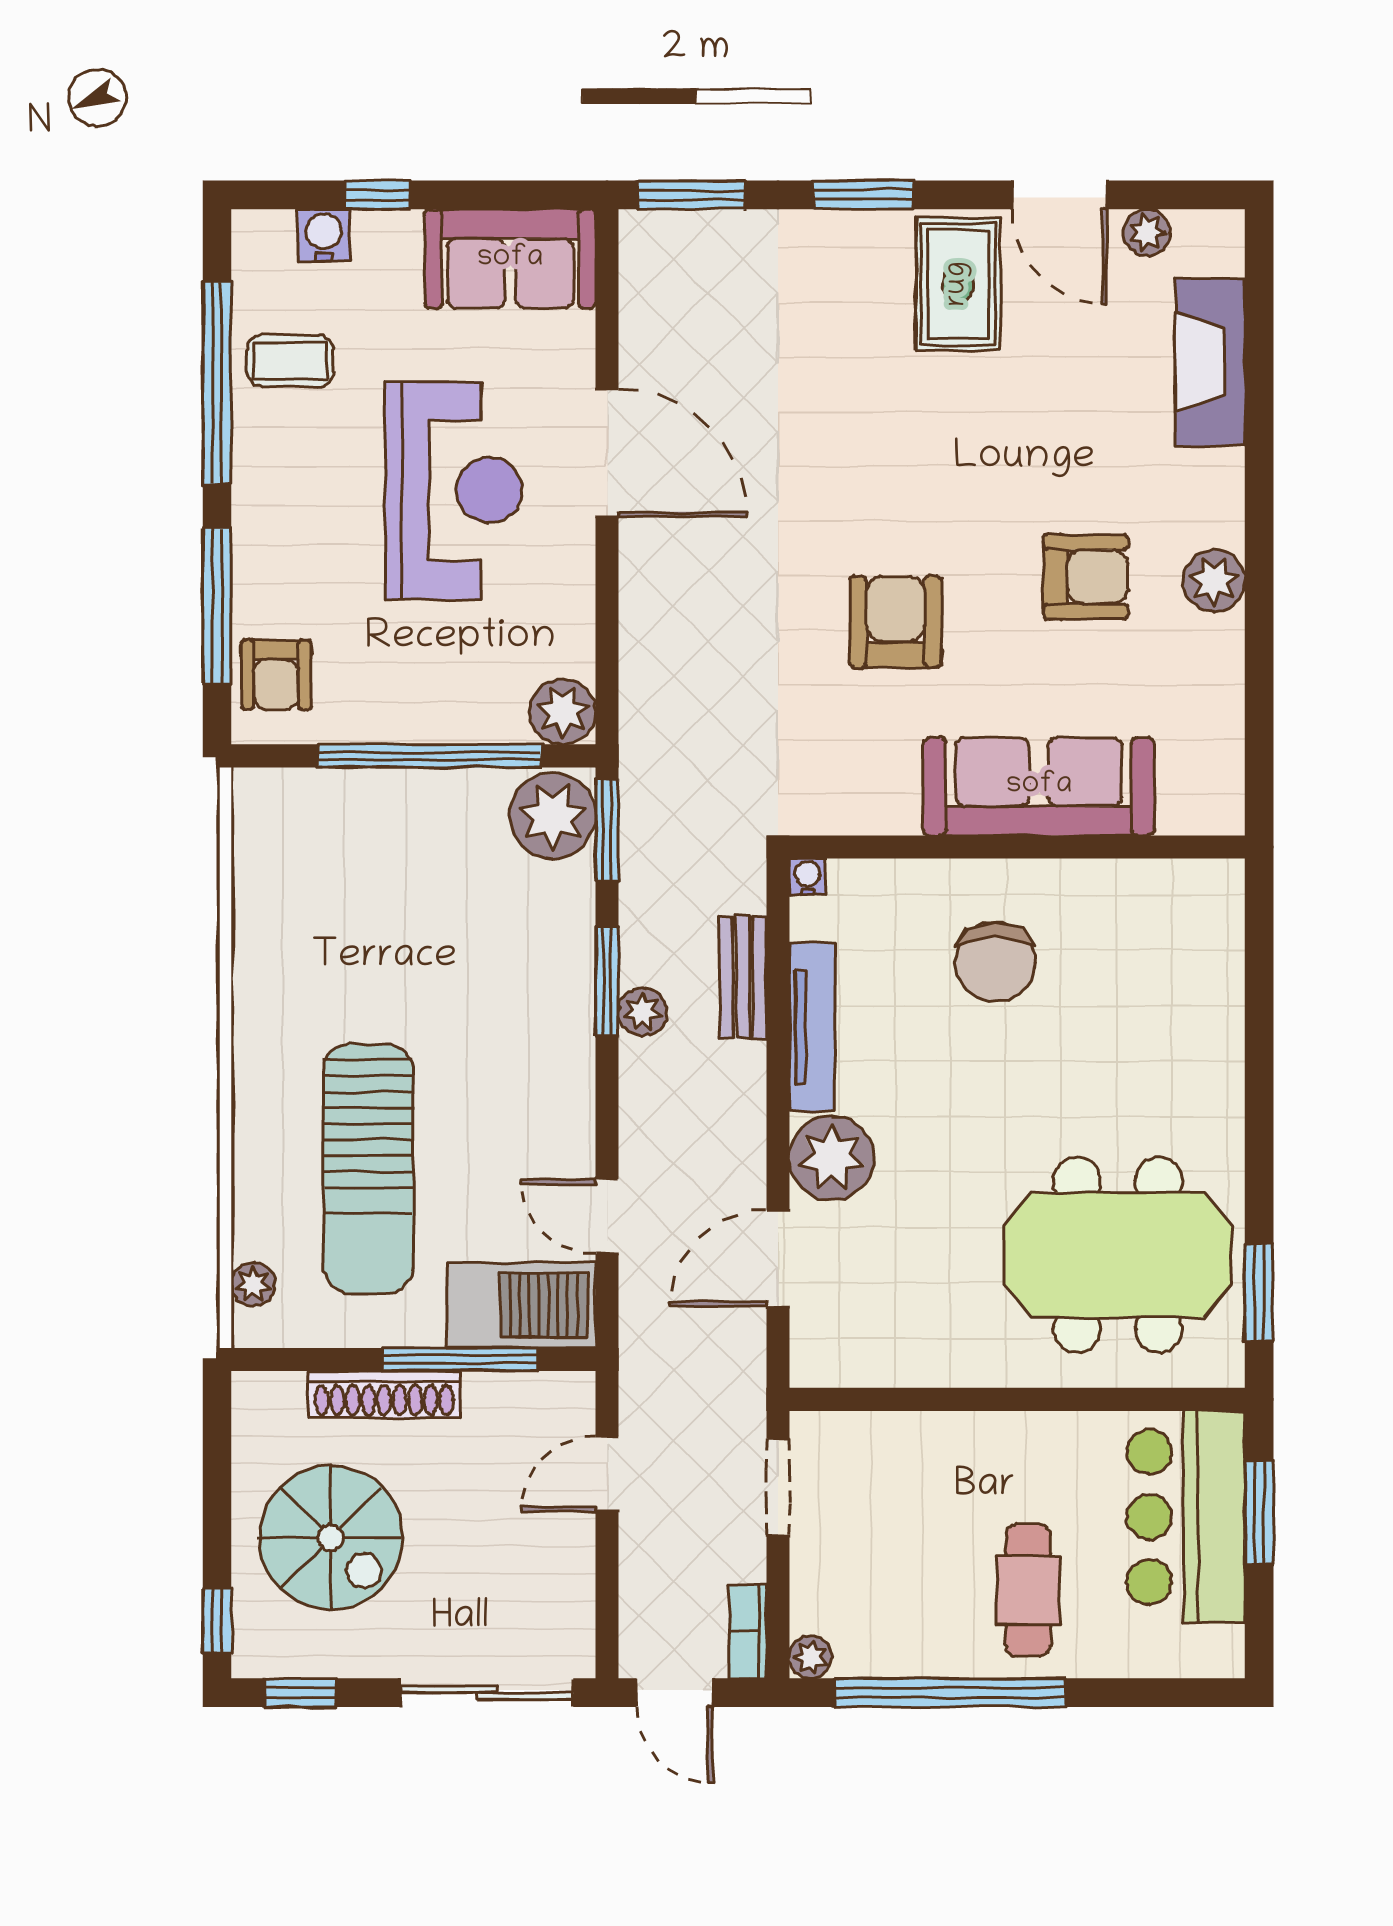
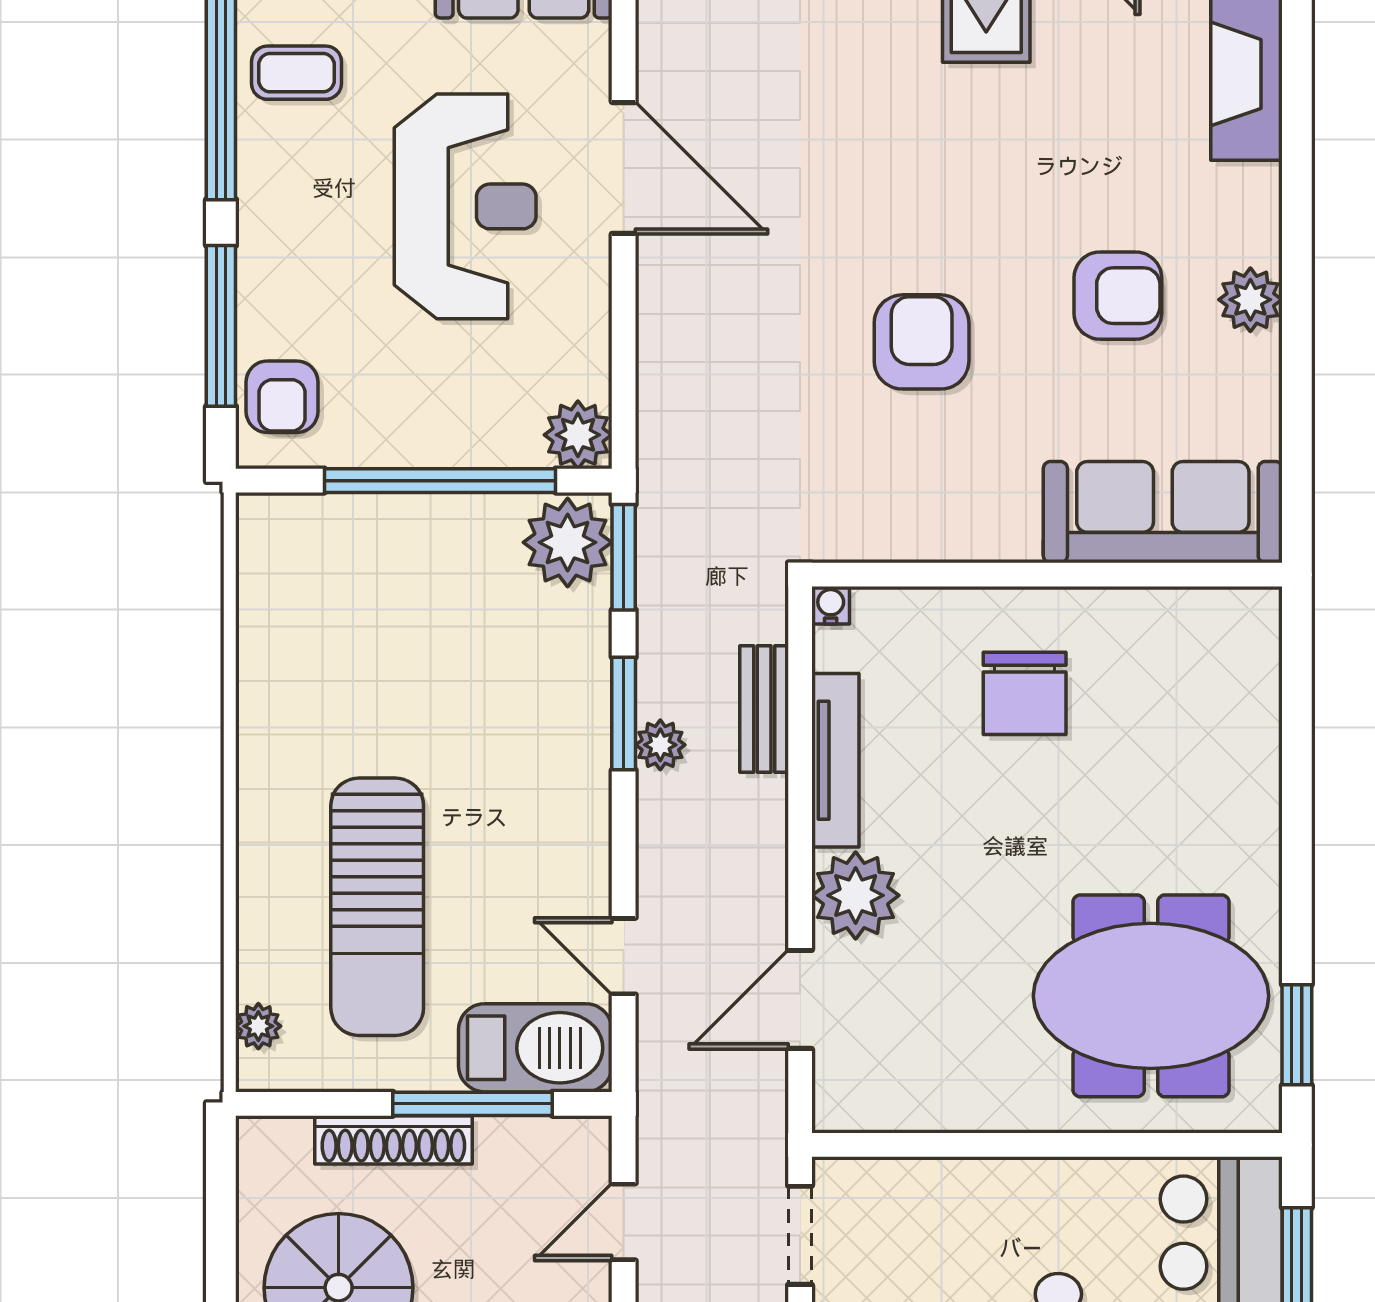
sofa: (1039, 786) -> (1163, 512), moved

